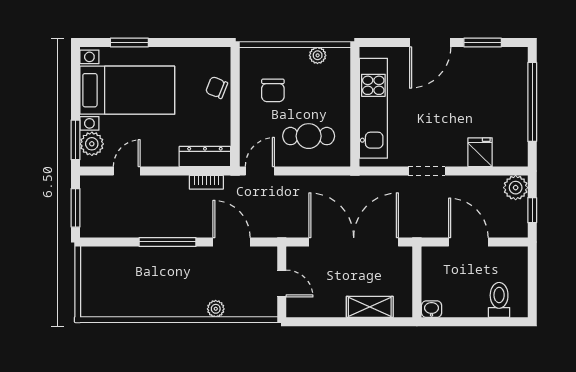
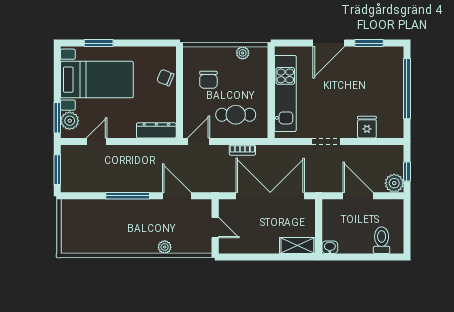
bookcase: (206, 182) -> (242, 150), moved
plant: (516, 188) -> (394, 183), moved
shelving: (370, 307) -> (297, 246), moved

